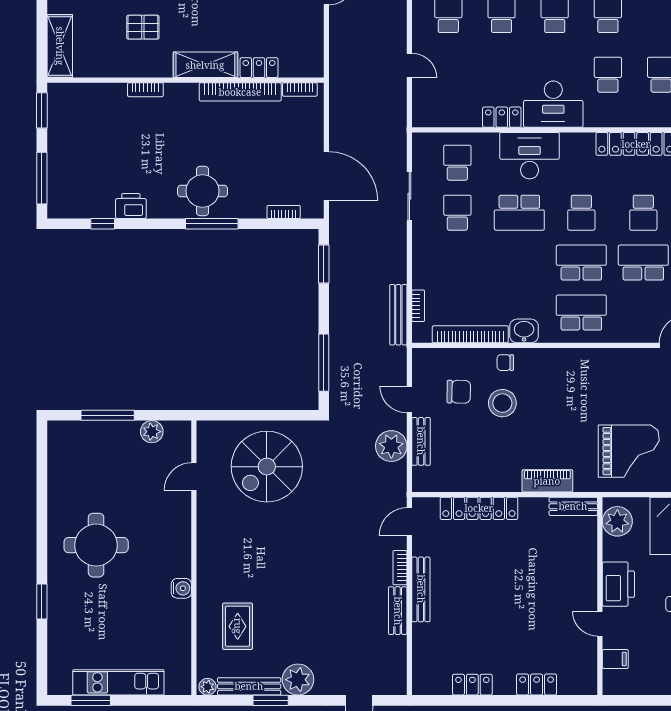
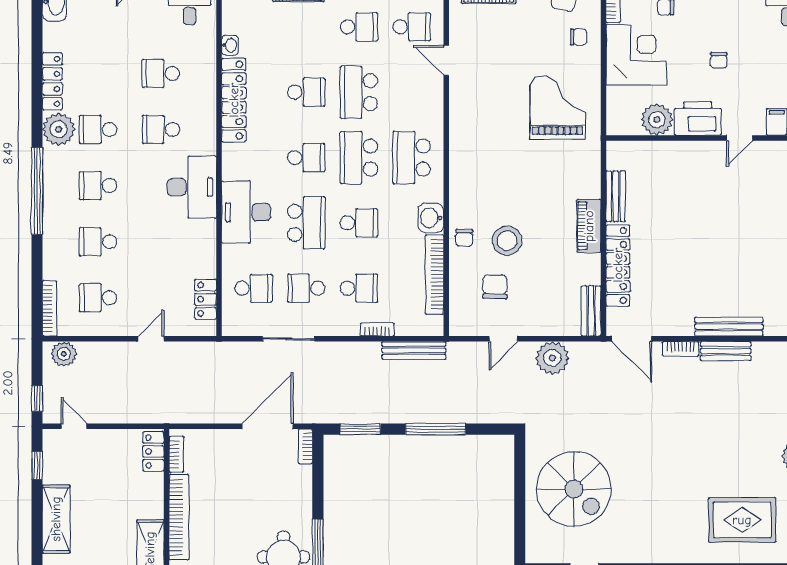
locker: (259, 68) -> (153, 451), moved
locker: (502, 117) -> (206, 299), moved
school desk: (457, 163) -> (254, 288), turned 180
bookcase: (284, 212) -> (305, 446), moved
school desk: (457, 263) -> (359, 288), added
school desk: (519, 263) -> (359, 223), added
bookcase: (418, 306) -> (377, 330), moved
window: (324, 363) -> (436, 429), moved
bench: (421, 441) -> (591, 311), moved, turned 90
piano: (547, 481) -> (589, 226), moved
bench: (573, 506) -> (616, 196), moved
plant: (617, 521) -> (657, 120), moved
door: (409, 522) -> (632, 339), width x1.38
bench: (421, 589) -> (729, 327), moved
rug: (238, 626) -> (742, 520), width x1.36, depth x1.43

